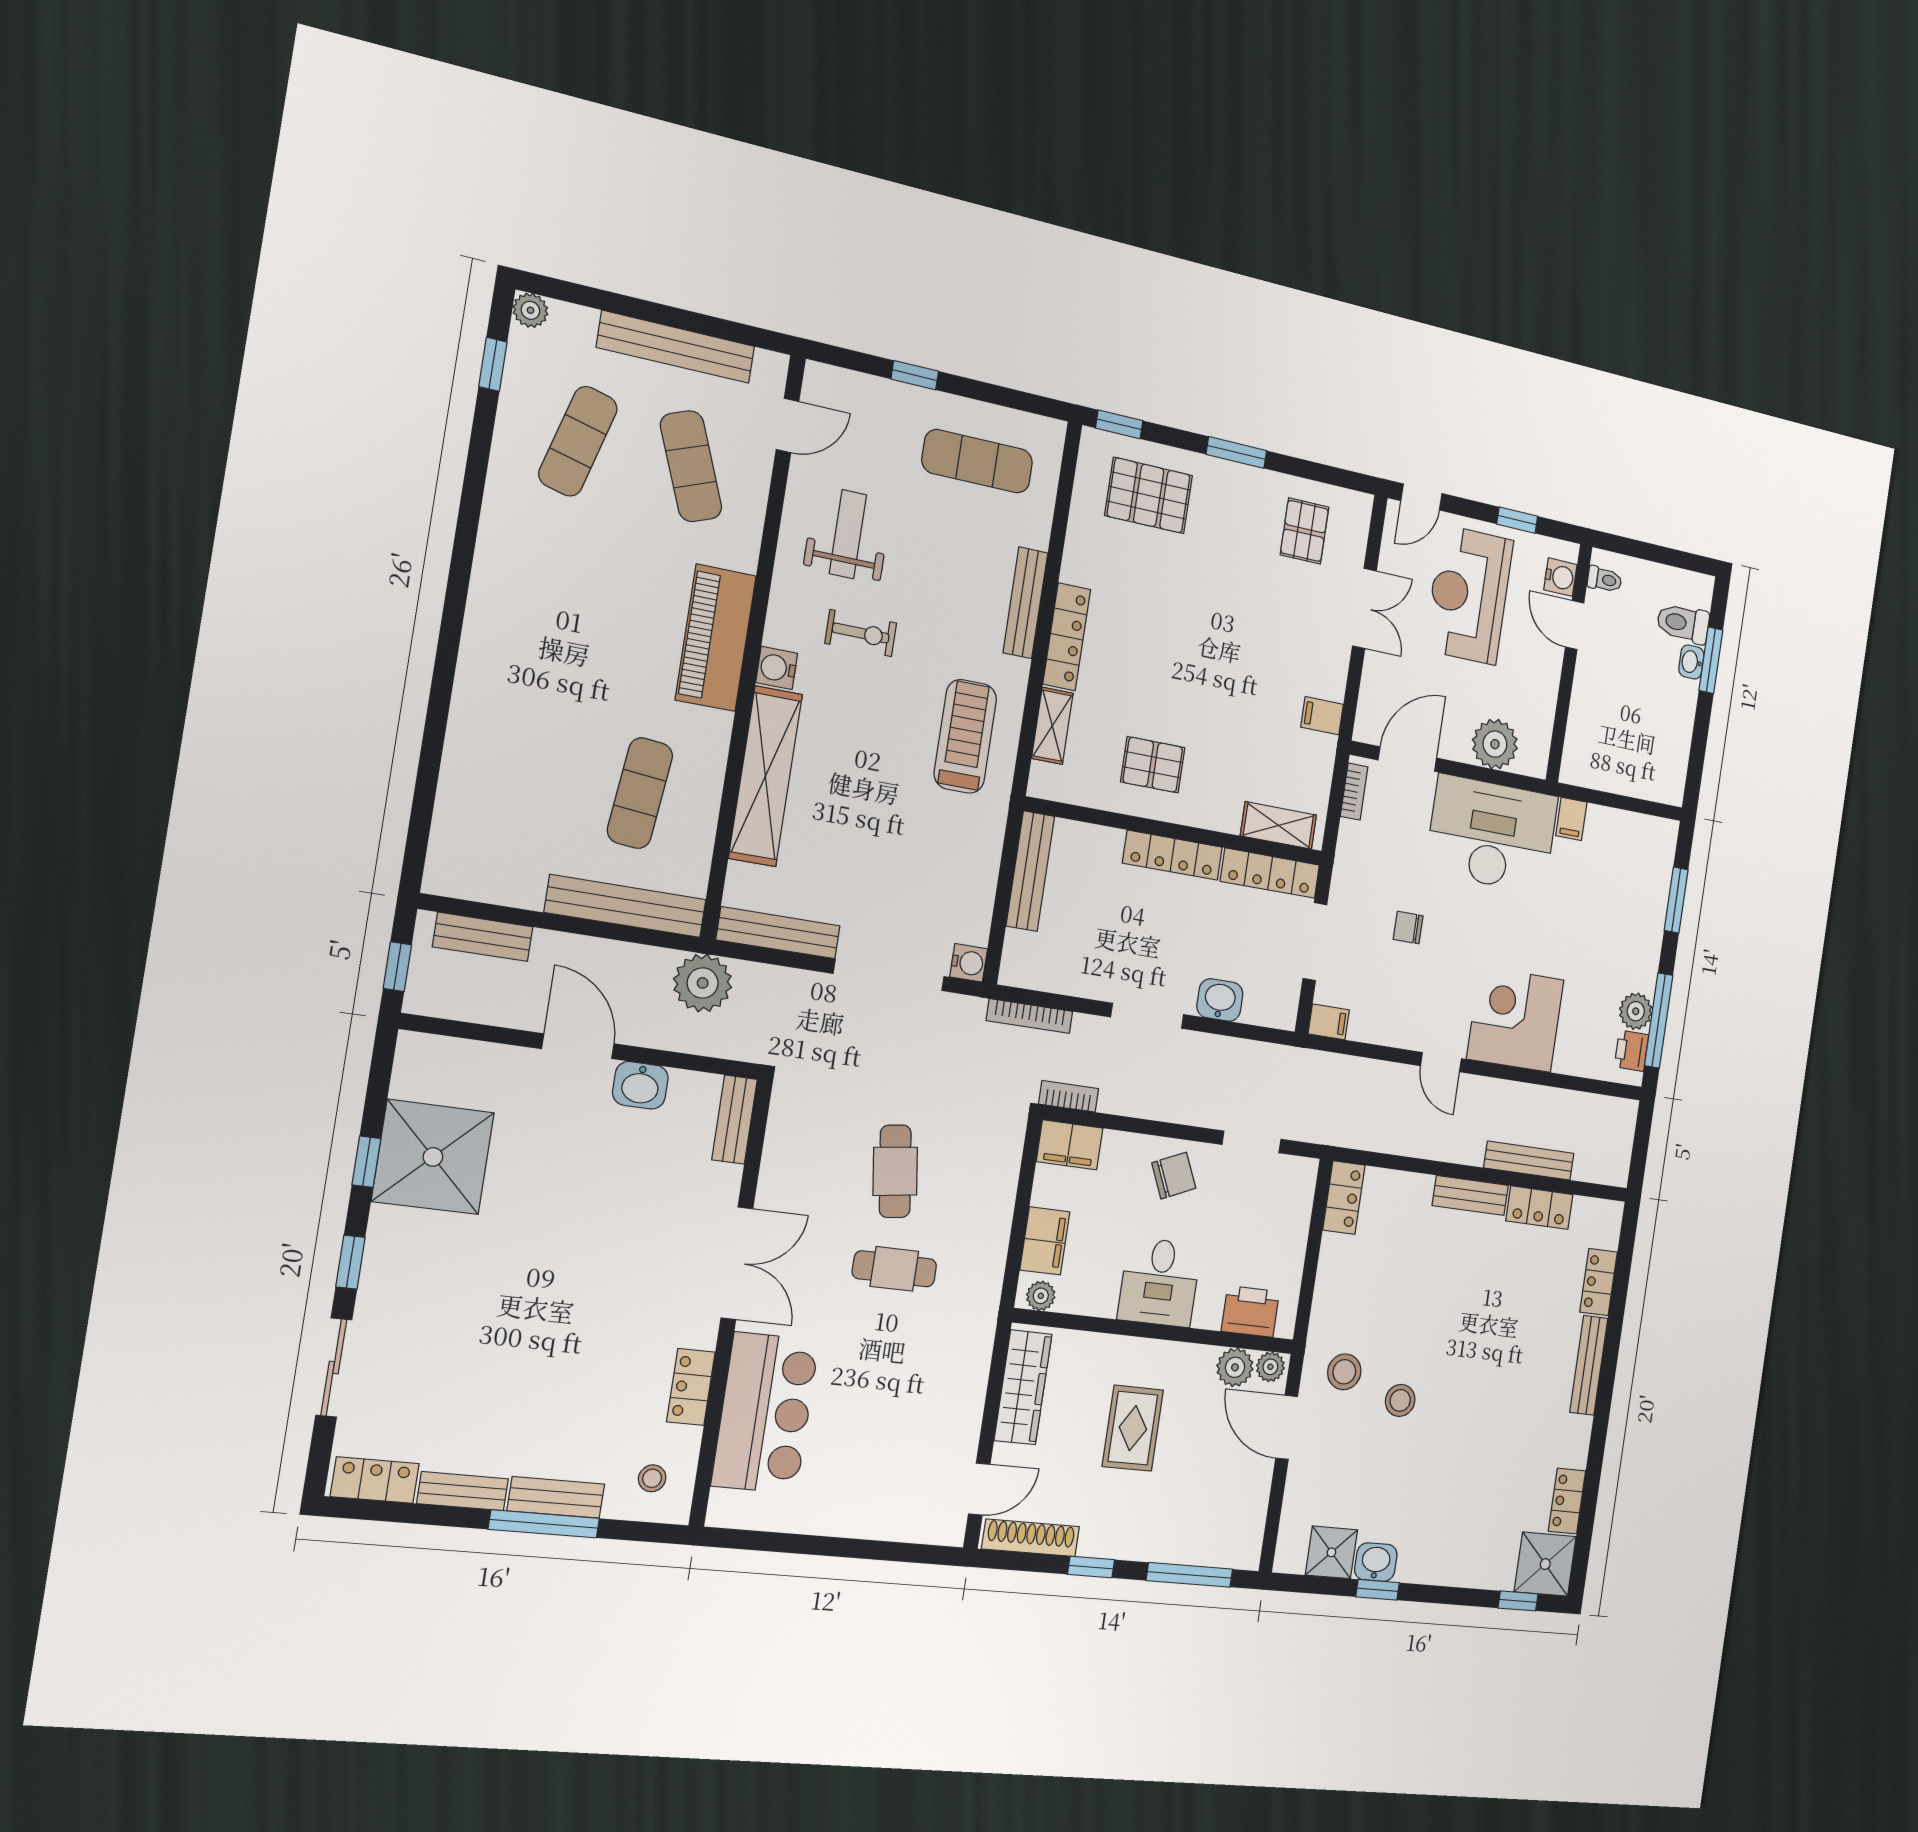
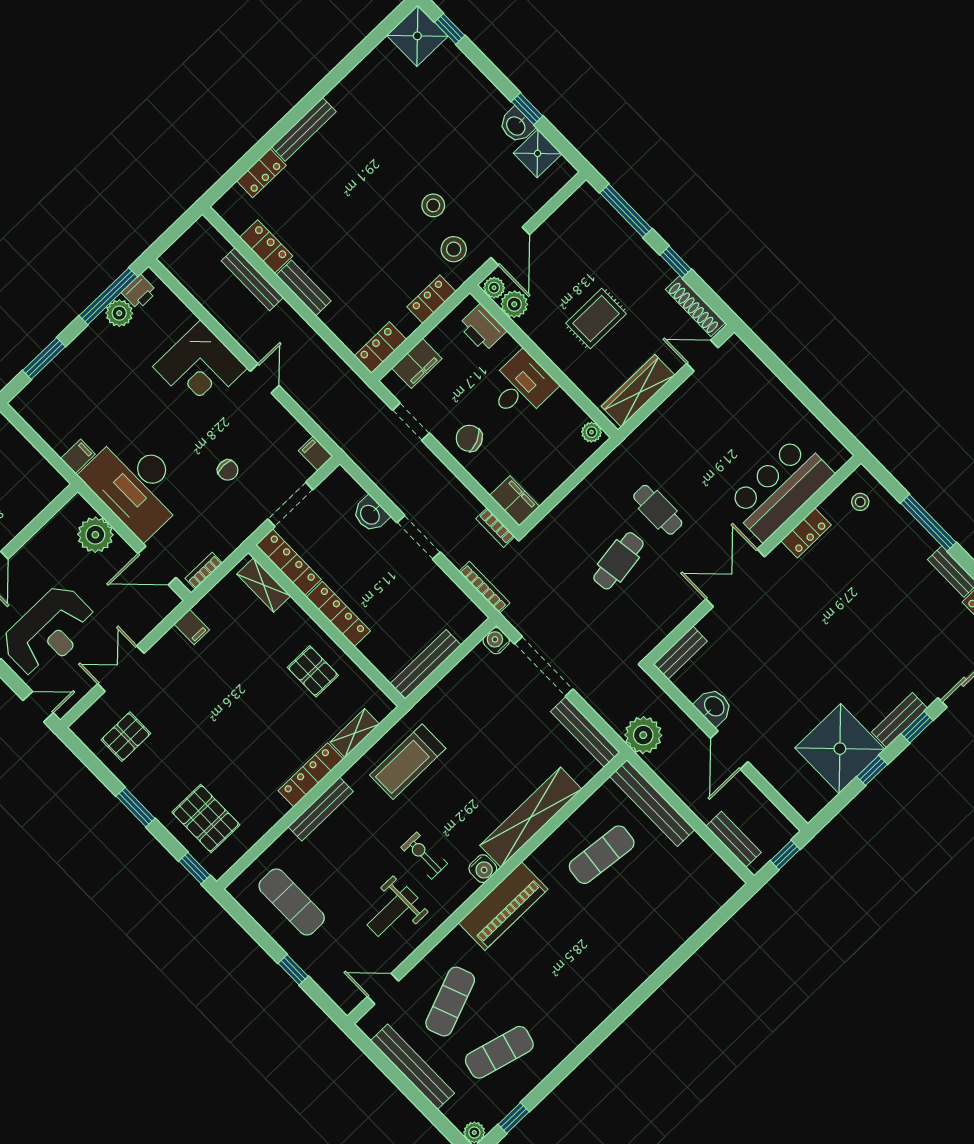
filing cabinet: (1045, 1241) -> (417, 363), moved, turned 180
bench: (556, 1497) -> (899, 720), moved, turned 90
locker: (1567, 1501) -> (431, 299), moved, turned 180

